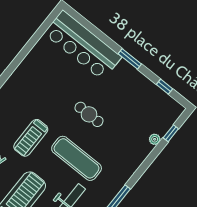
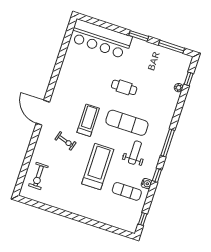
window: (165, 87) -> (171, 47), width x2.17
treadmill: (31, 138) -> (88, 120), turned 180

